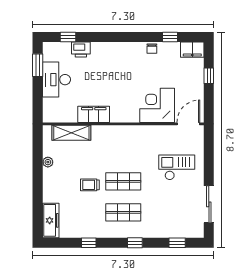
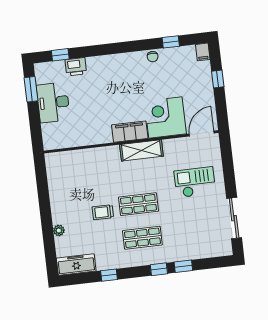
filing cabinet: (192, 50) -> (203, 52), width x0.50
filing cabinet: (94, 114) -> (130, 132), moved
shelving: (71, 133) -> (141, 150), moved
plant: (48, 162) -> (59, 230), moved
freezer: (51, 220) -> (76, 265), moved, turned -90
window: (177, 243) -> (183, 266), moved

